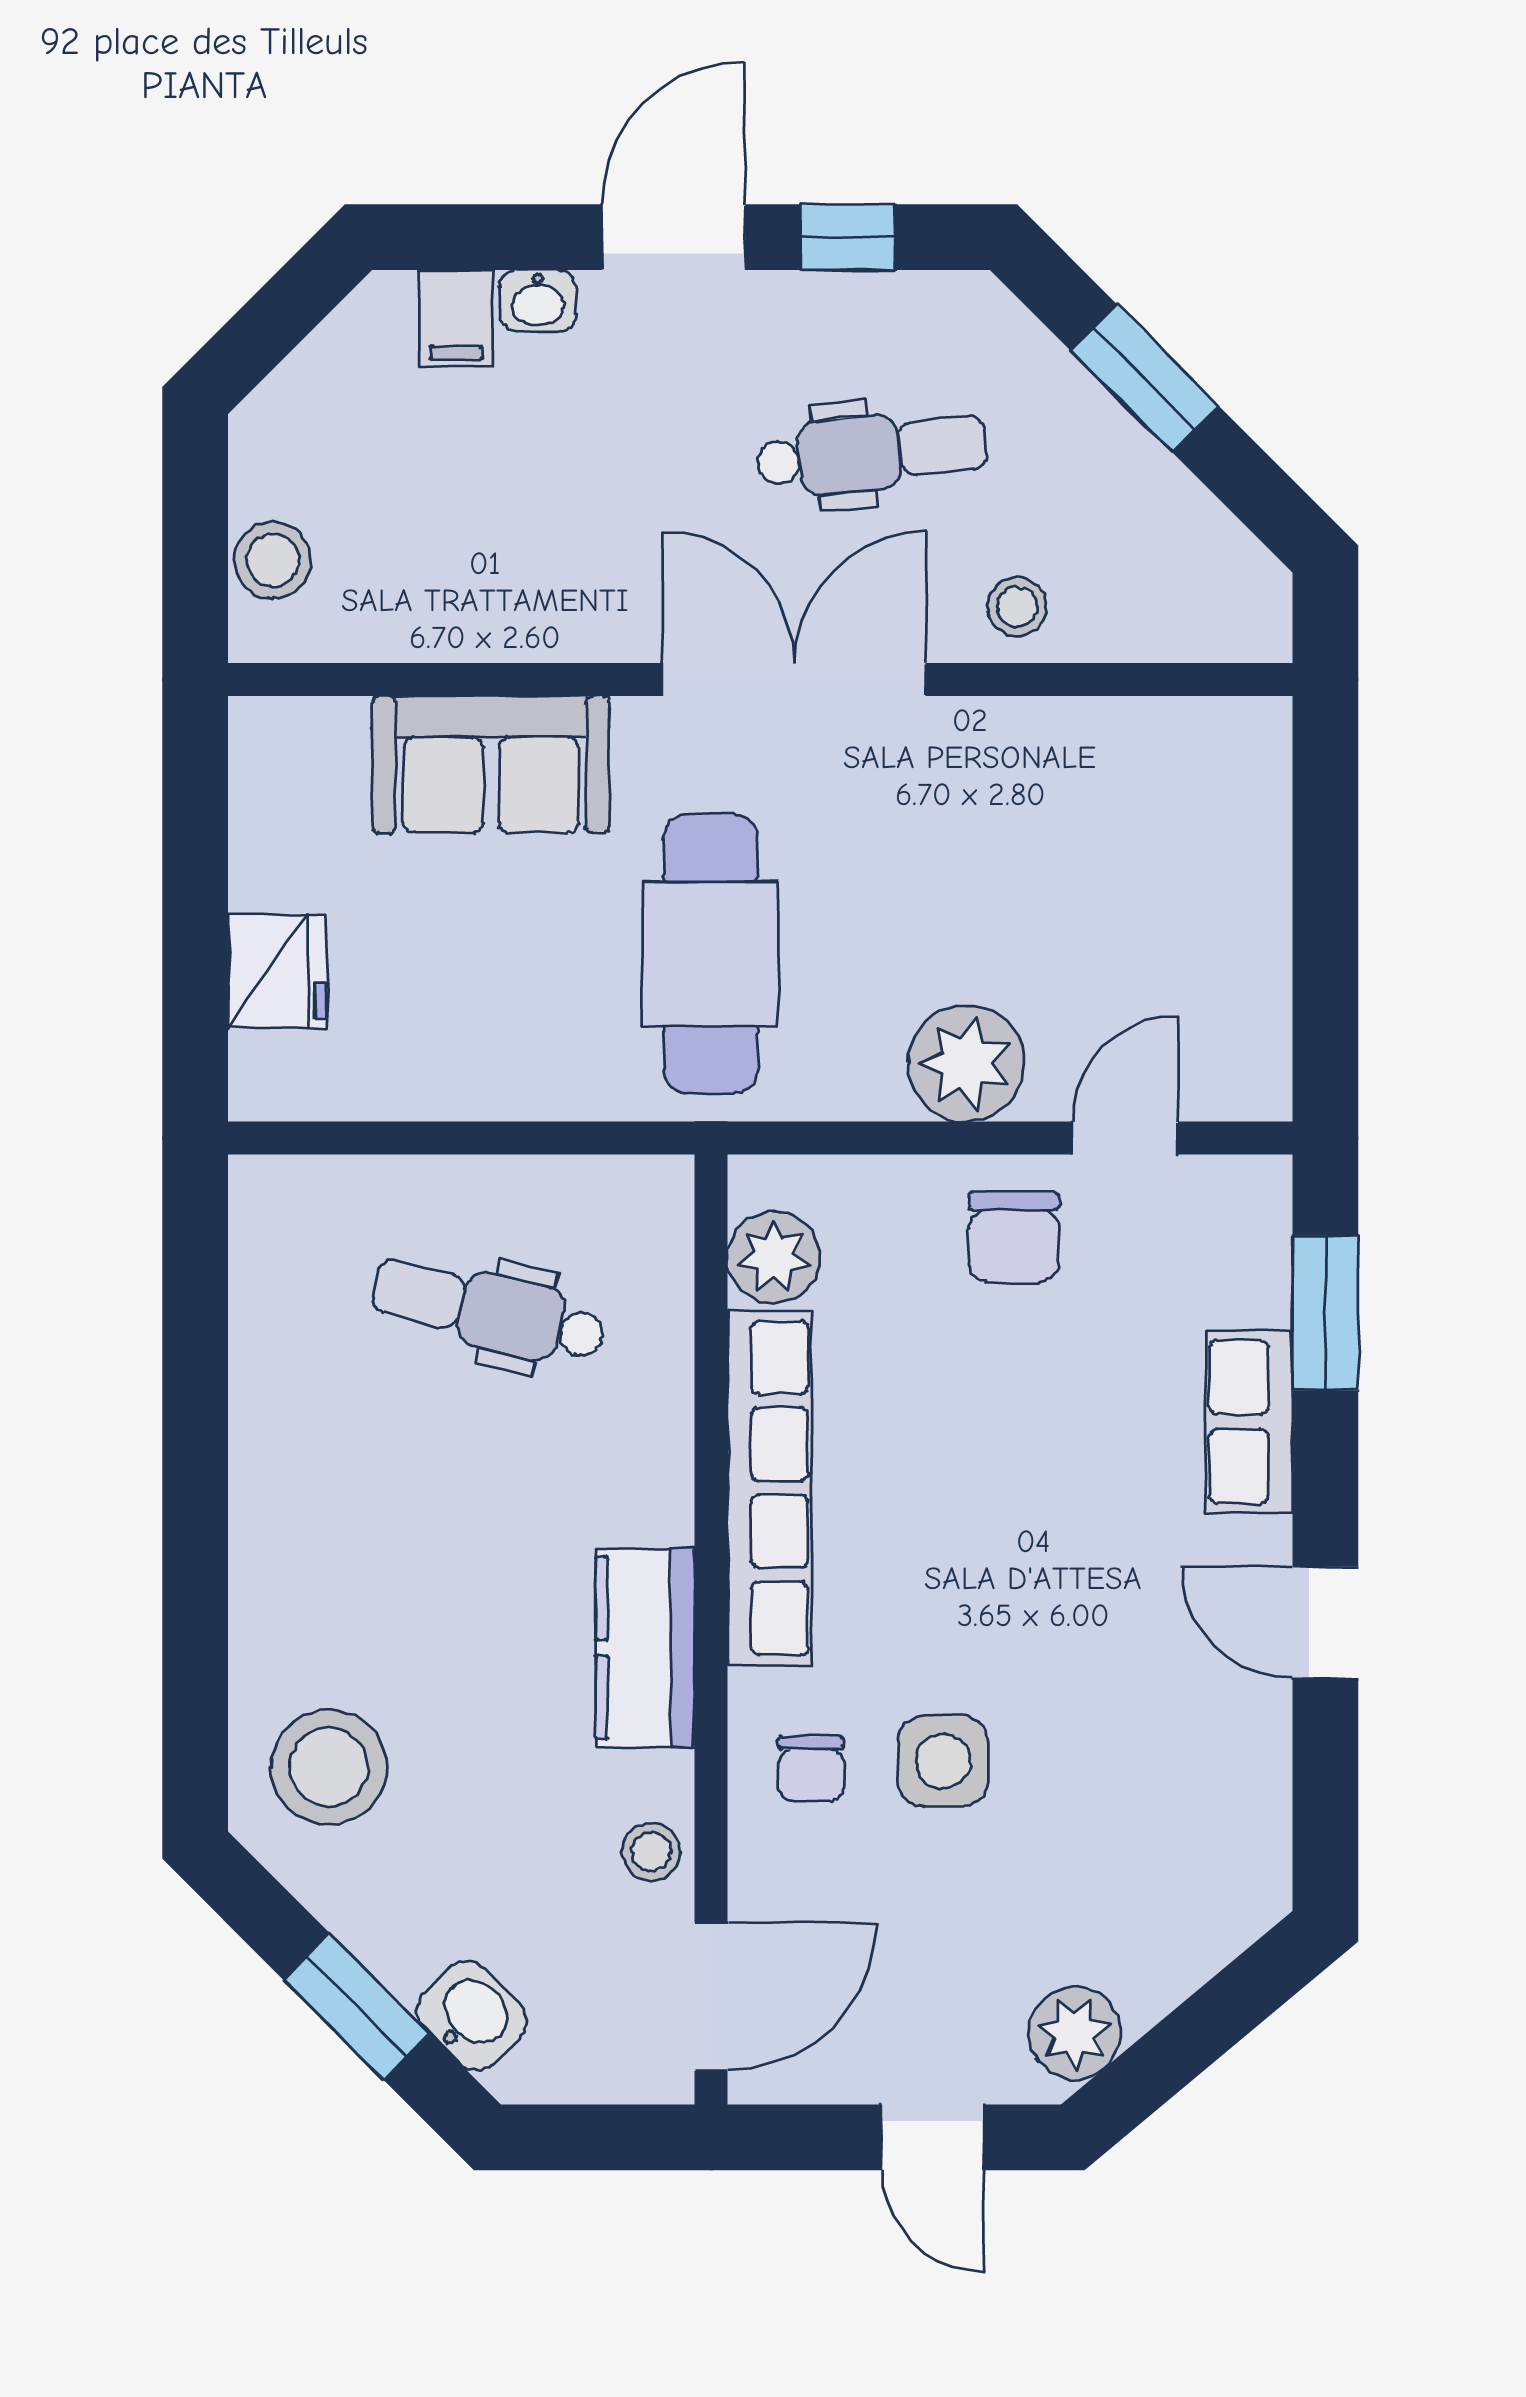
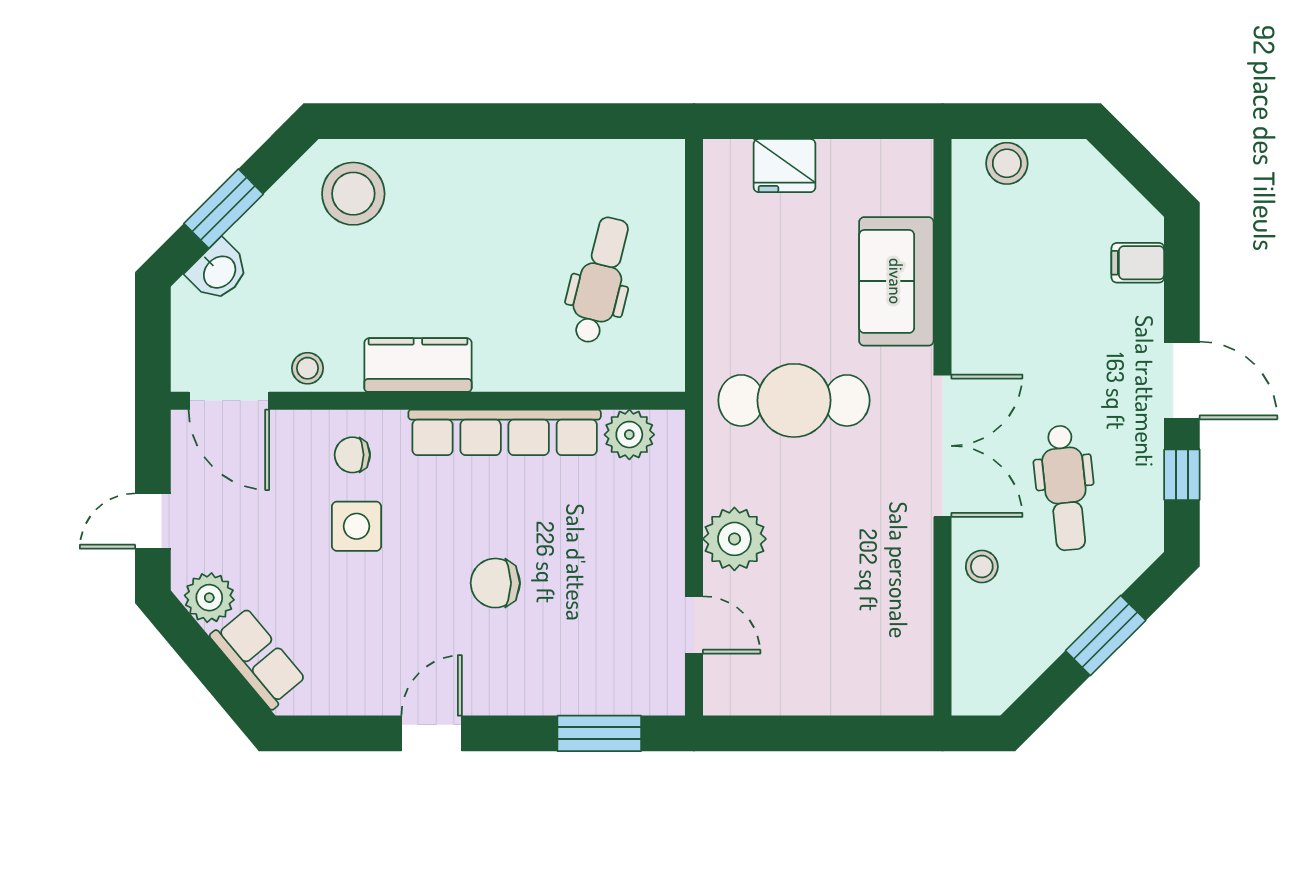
washbasin: (538, 301) -> (1147, 307), removed
chair: (1014, 1237) -> (495, 583), moved
row of seats: (1249, 1422) -> (258, 658), moved, turned 50

